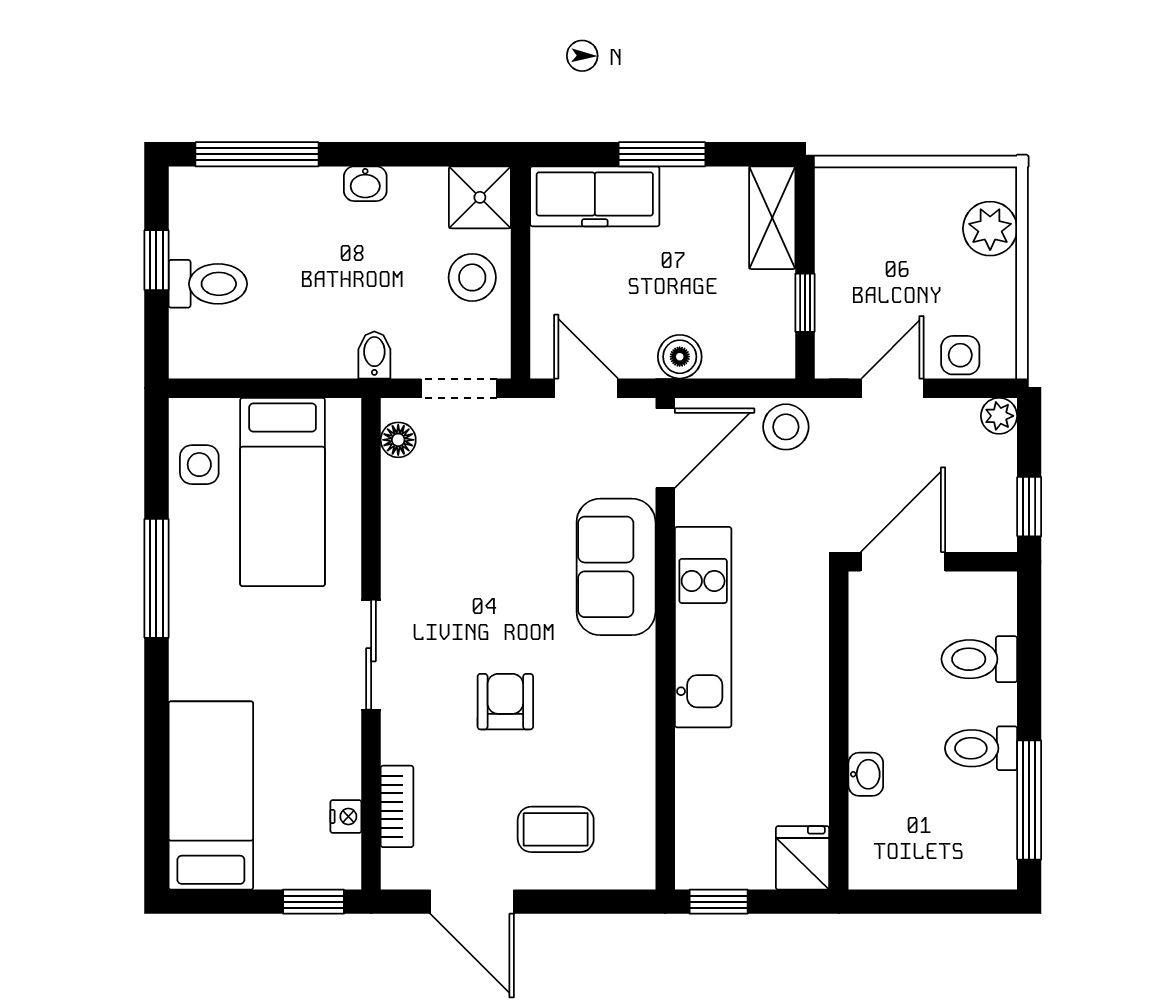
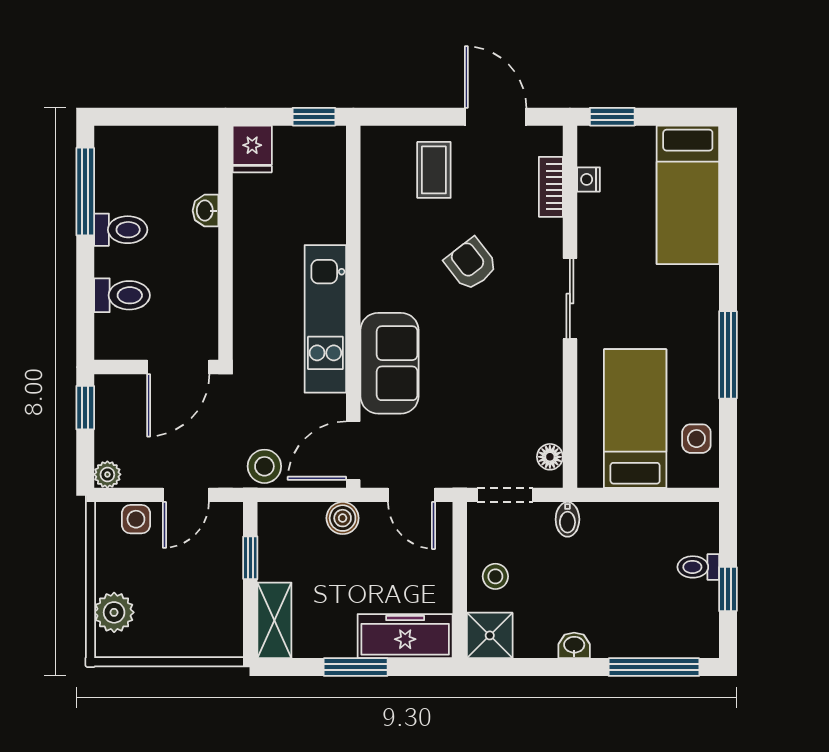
stool: (472, 277) -> (495, 576), width x0.73, depth x0.73
toilet: (208, 284) -> (698, 567), width x0.73, depth x0.72
armchair: (505, 702) -> (471, 264), turned 142
coffee table: (556, 829) -> (434, 170), turned 90

